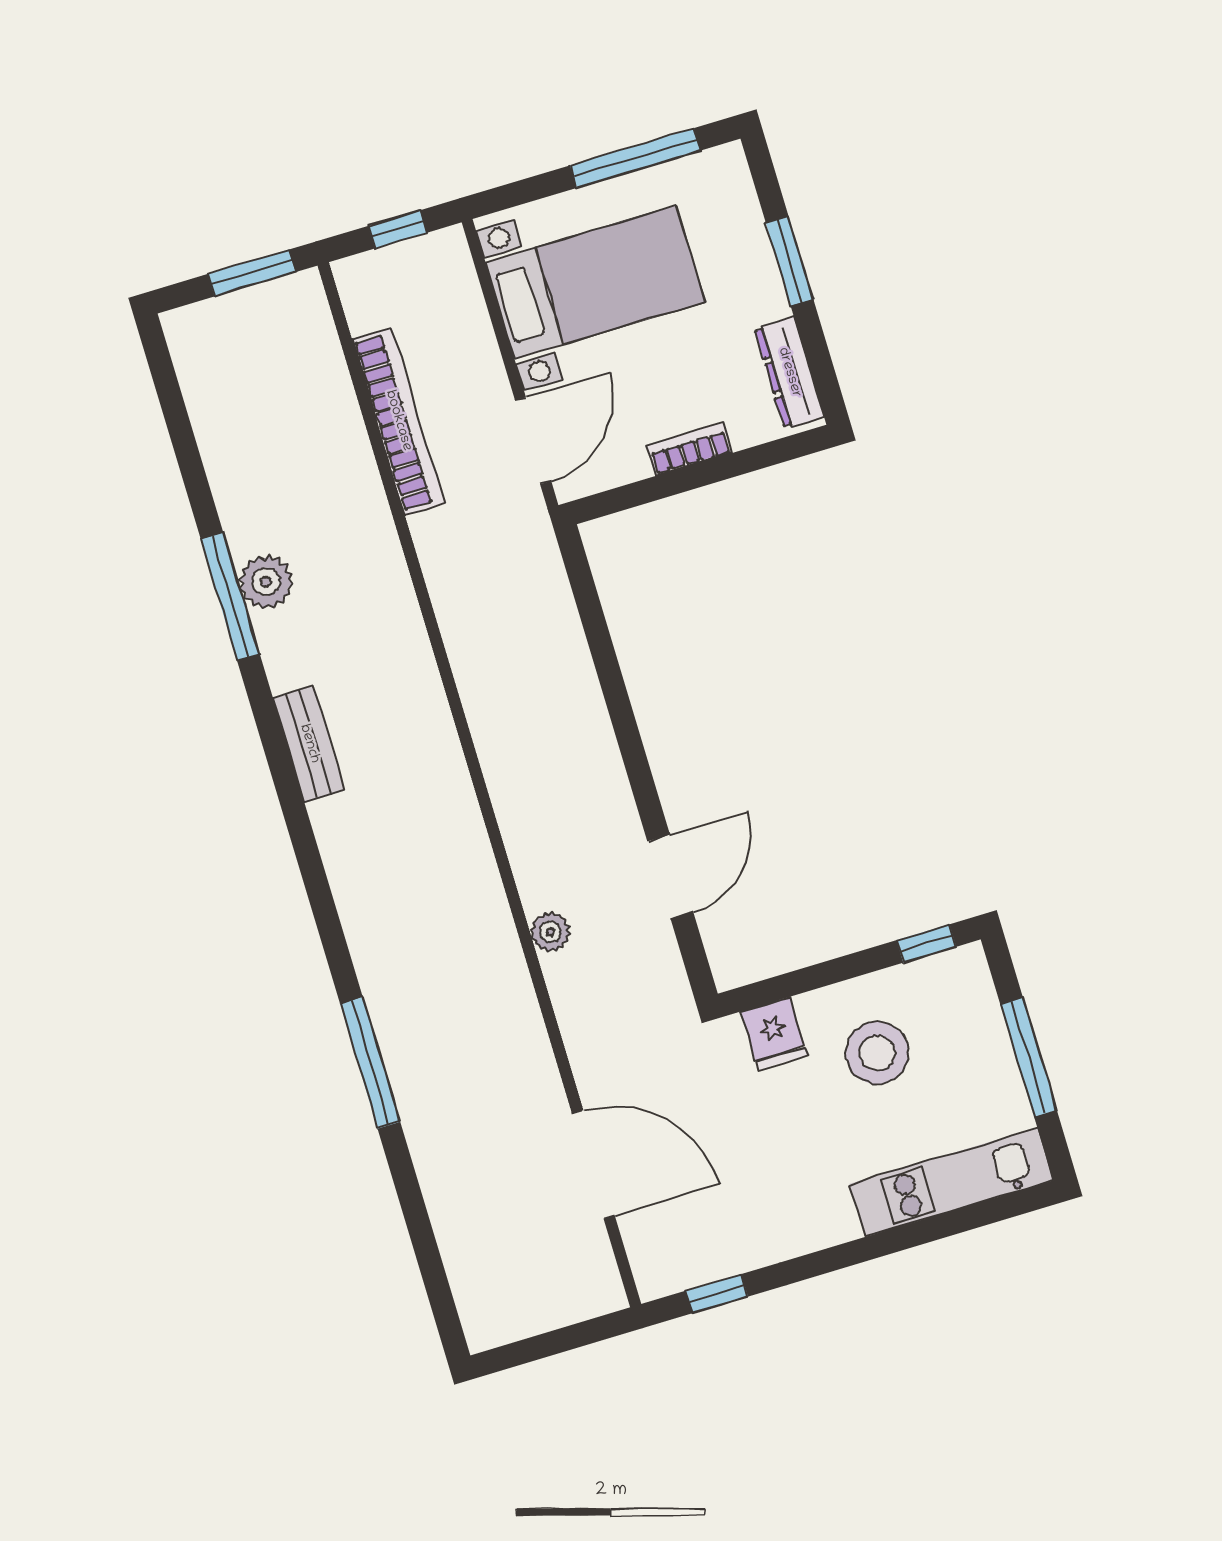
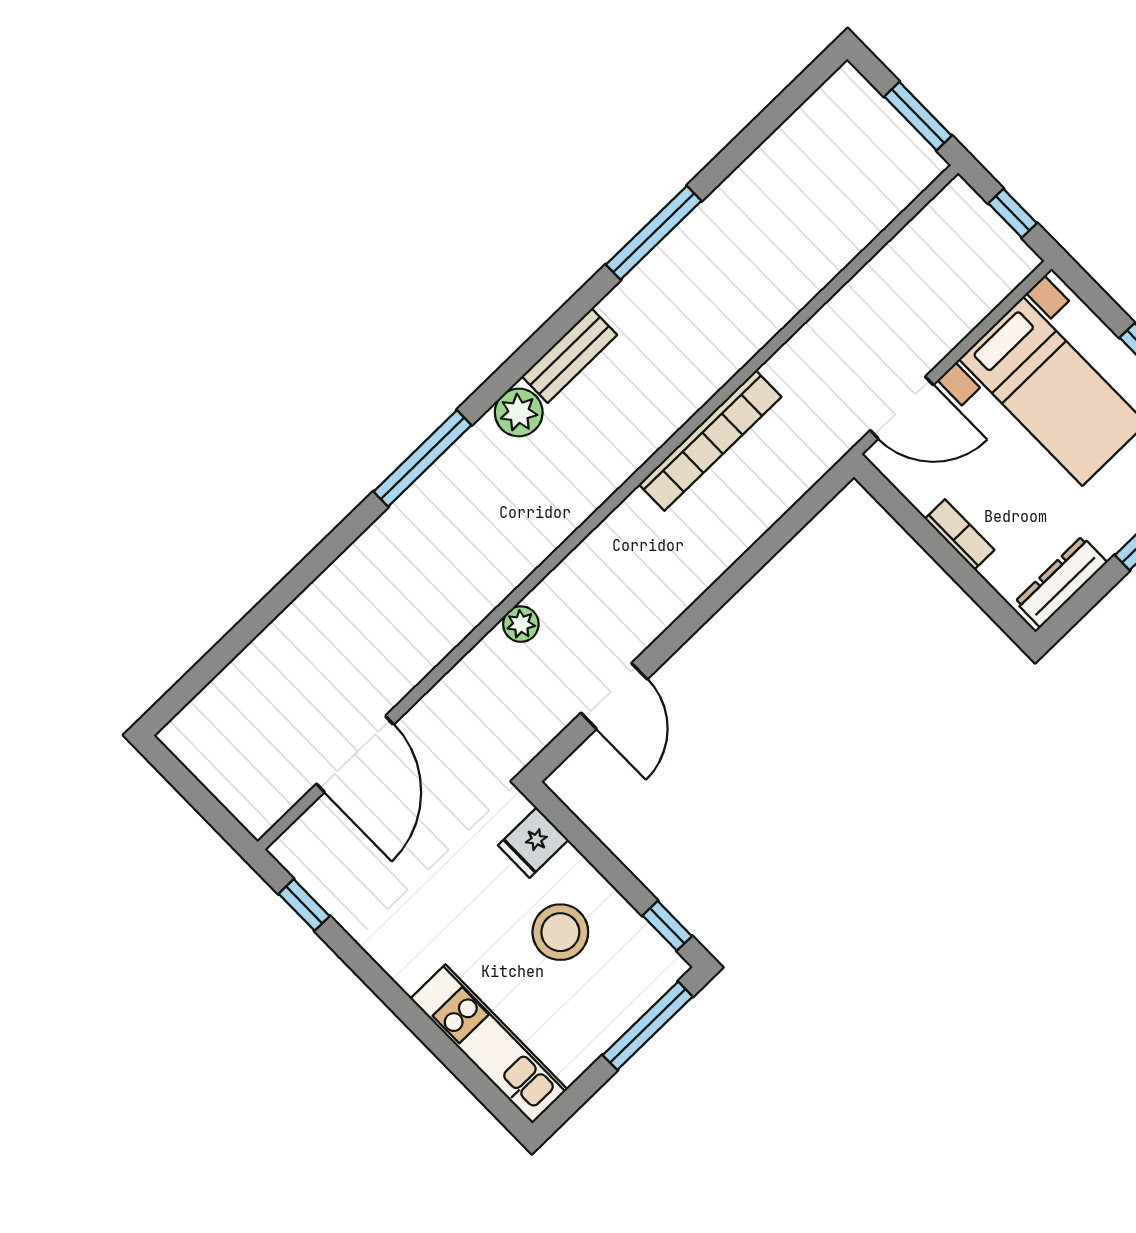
bookcase: (398, 421) -> (710, 441), moved
plant: (266, 582) -> (519, 412), moved
door: (670, 877) -> (614, 696), hinge flipped
window: (1029, 1058) -> (648, 1026), moved
window: (370, 1063) -> (423, 458), moved

